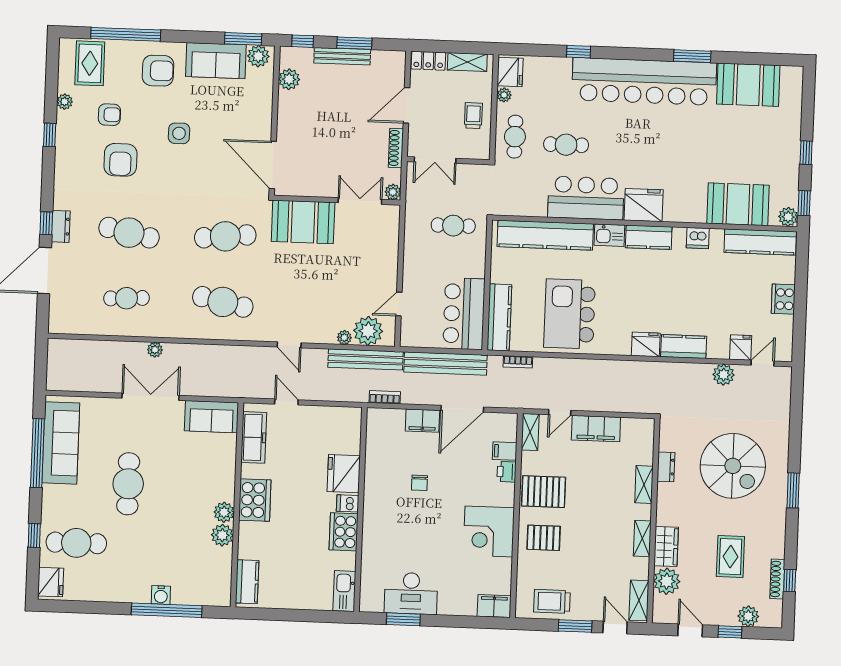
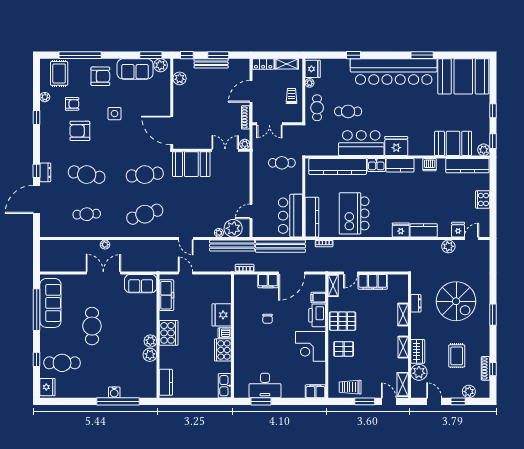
booth: (748, 85) -> (463, 76), width x1.36, depth x1.42
armchair: (120, 160) -> (80, 131), turned 90
cafe table: (223, 302) -> (145, 214), turned -30
printer: (507, 472) -> (317, 315), width x1.87, depth x1.48

